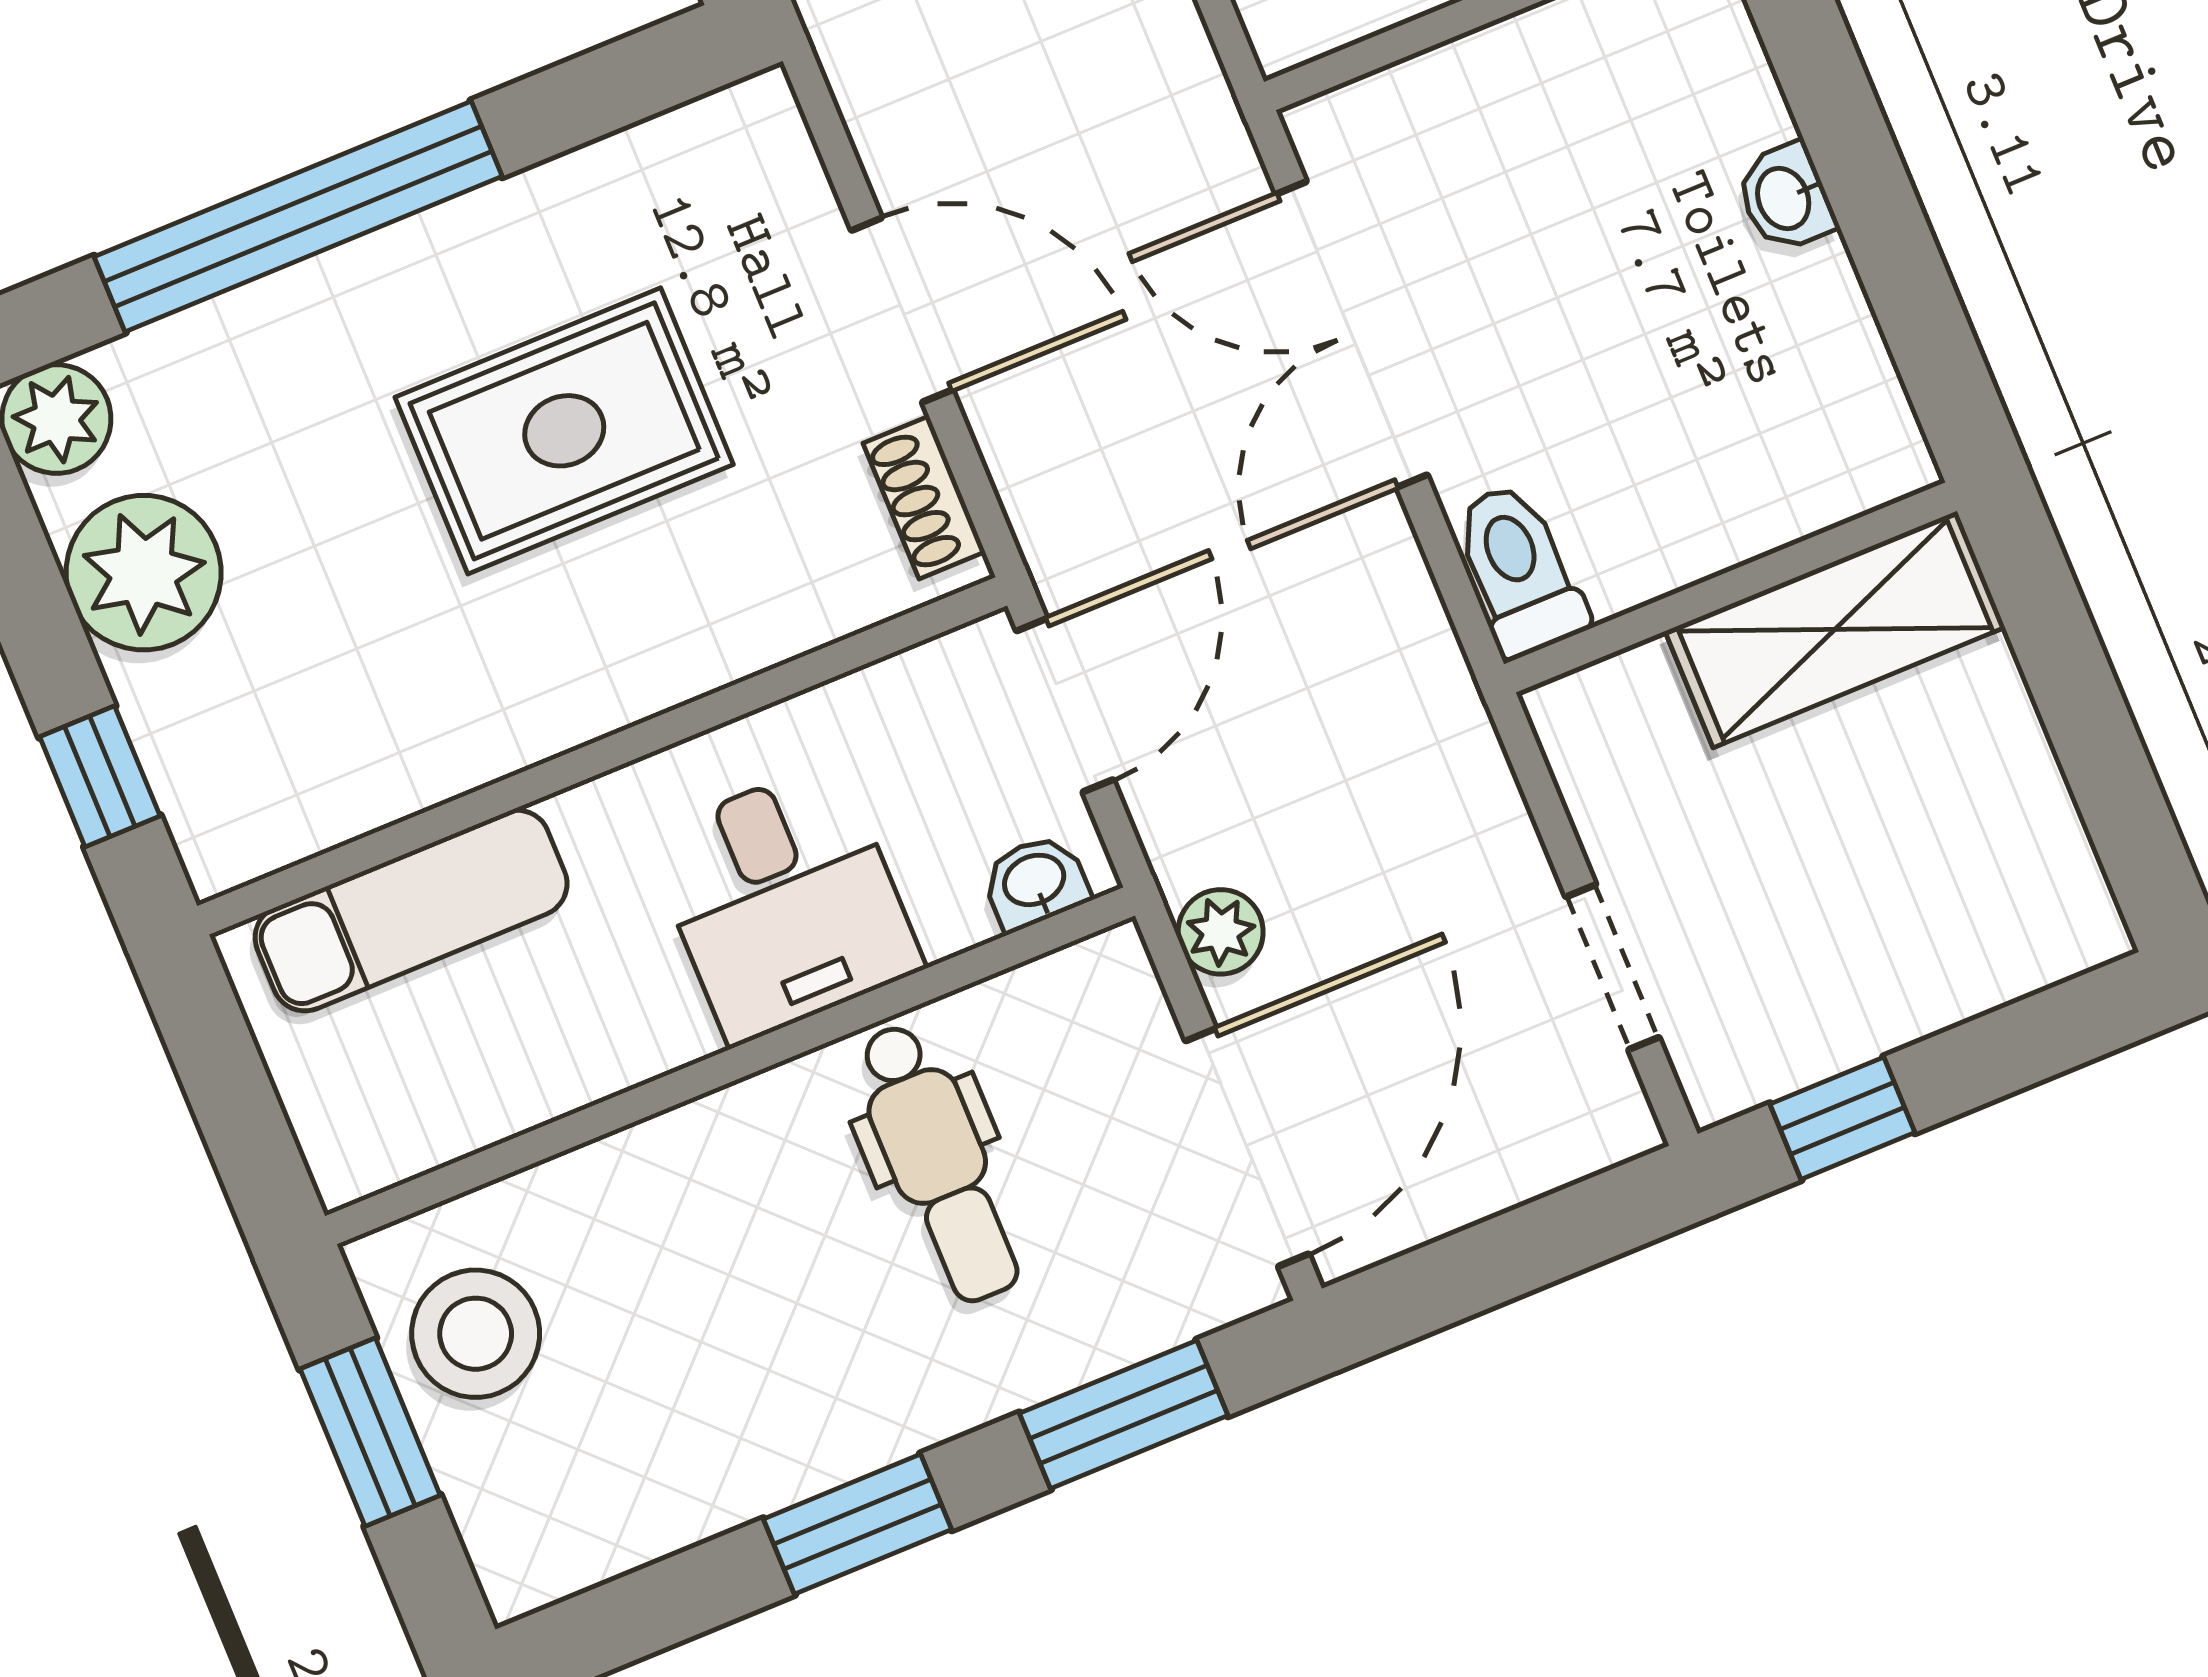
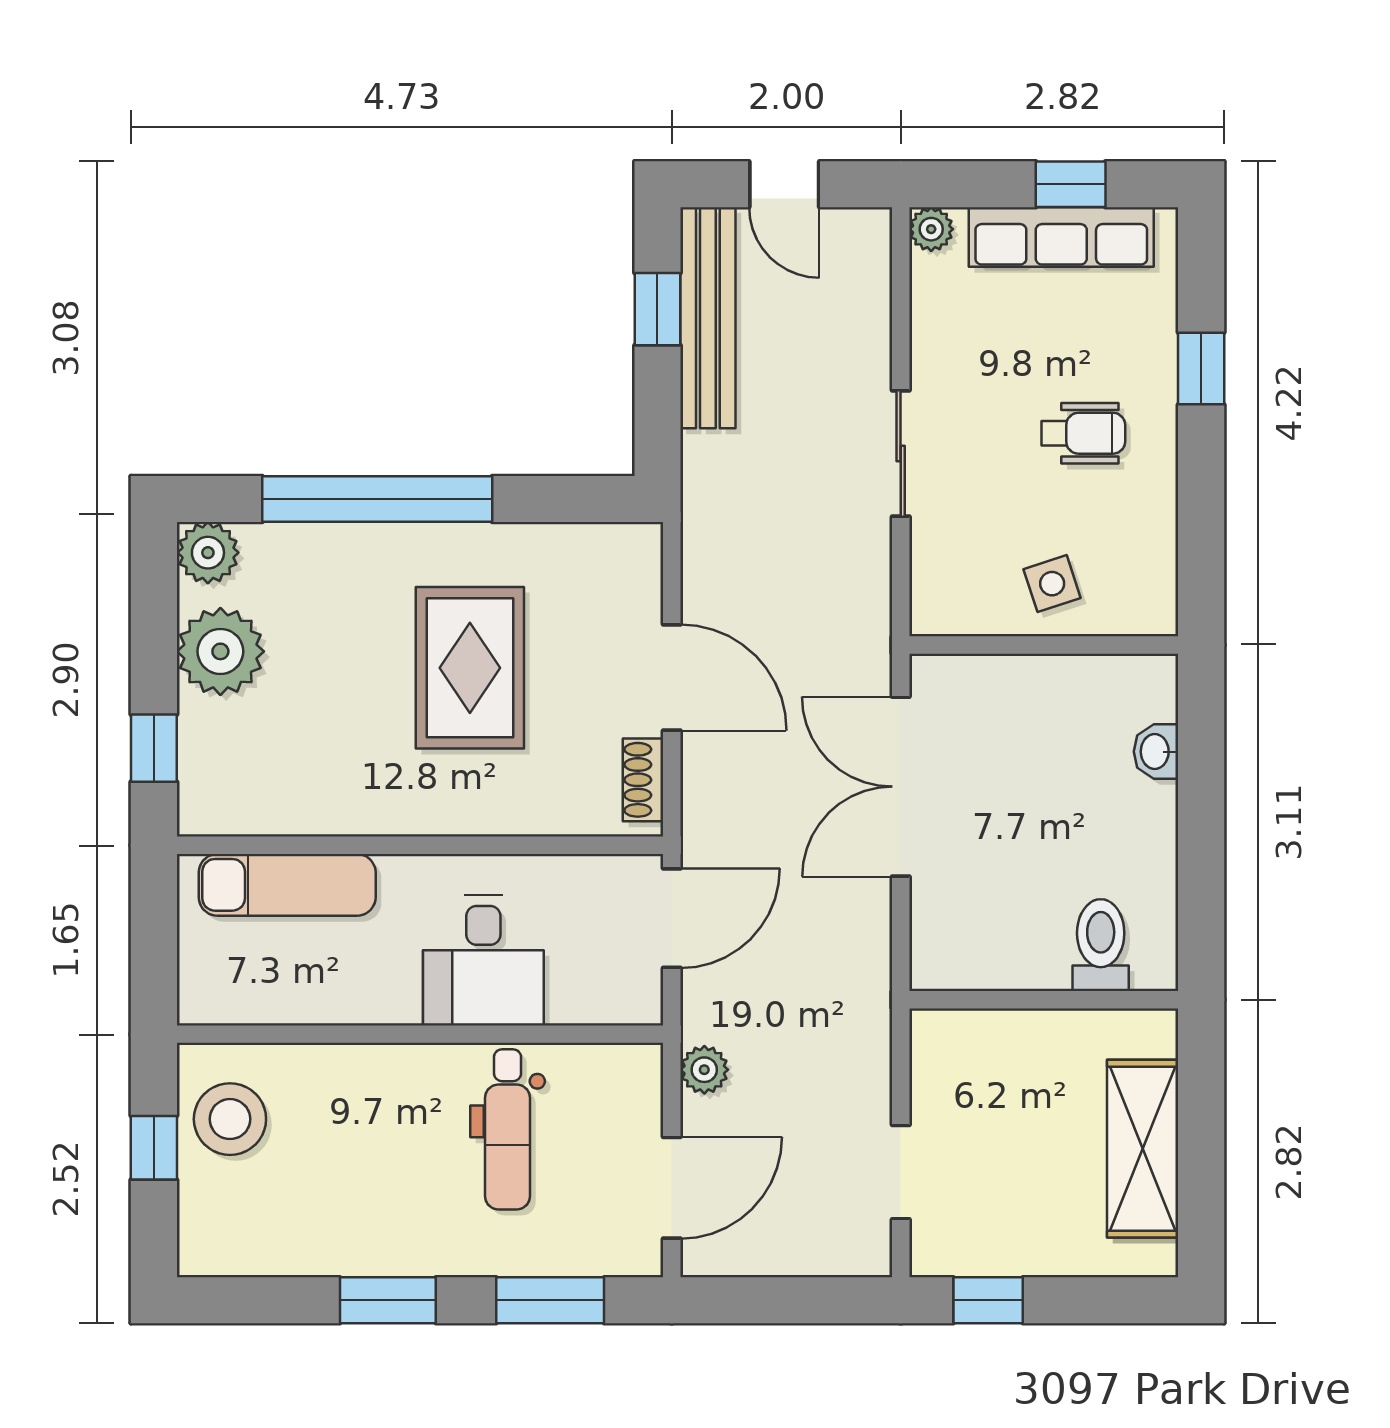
washbasin: (1785, 198) -> (1156, 752), moved
rug: (564, 431) -> (470, 668), turned 90
toilet: (1519, 570) -> (1101, 945), moved
shelving: (1835, 629) -> (1143, 1149), moved, turned 90
washbasin: (1035, 882) -> (618, 1004), removed
door: (1247, 1147) -> (672, 1188), width x0.73
window: (370, 1432) -> (154, 1148), width x0.67

